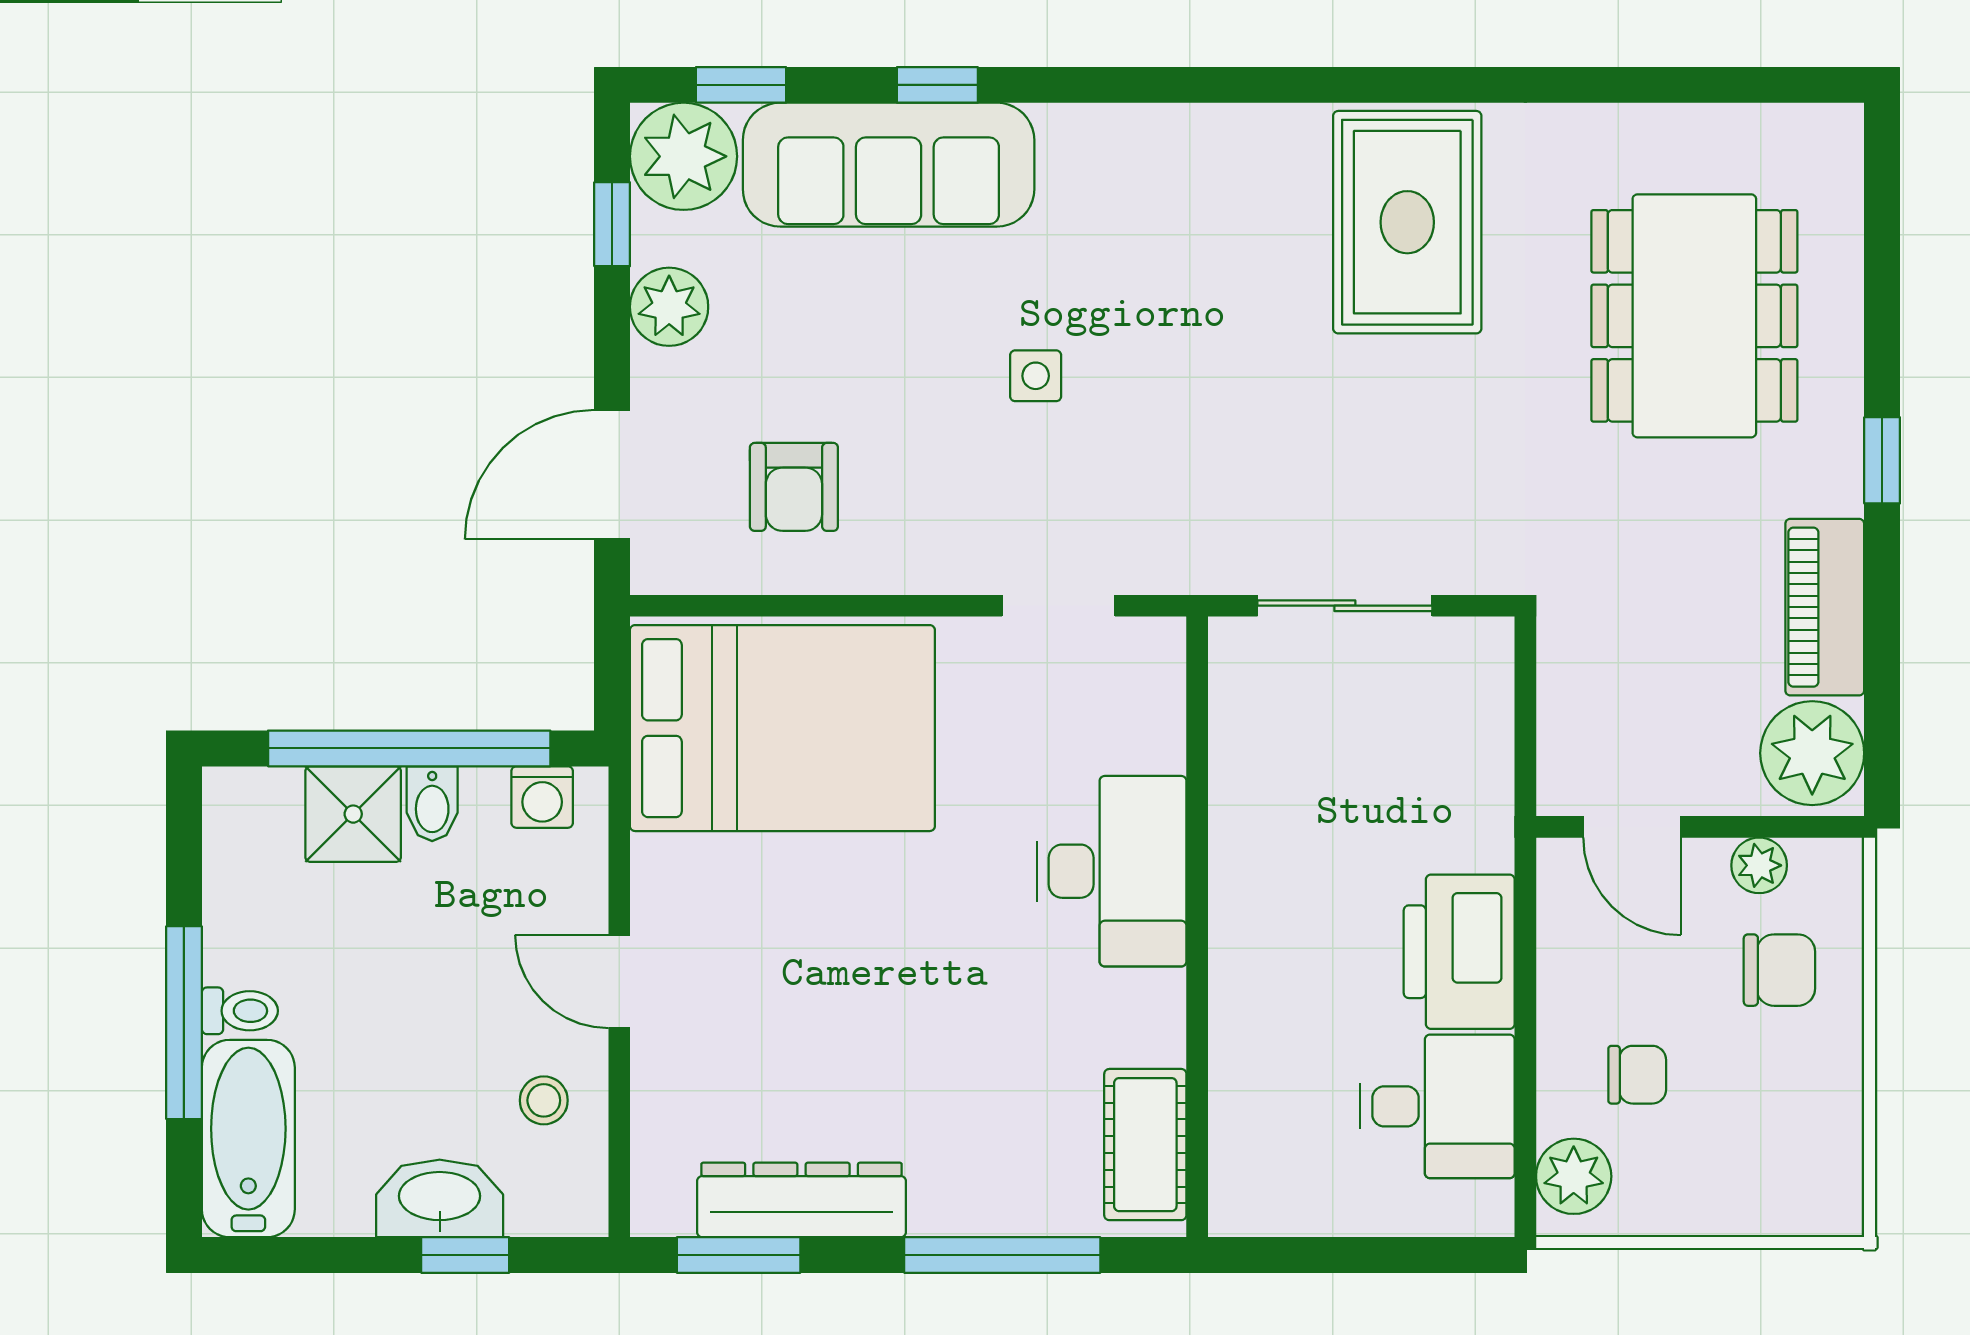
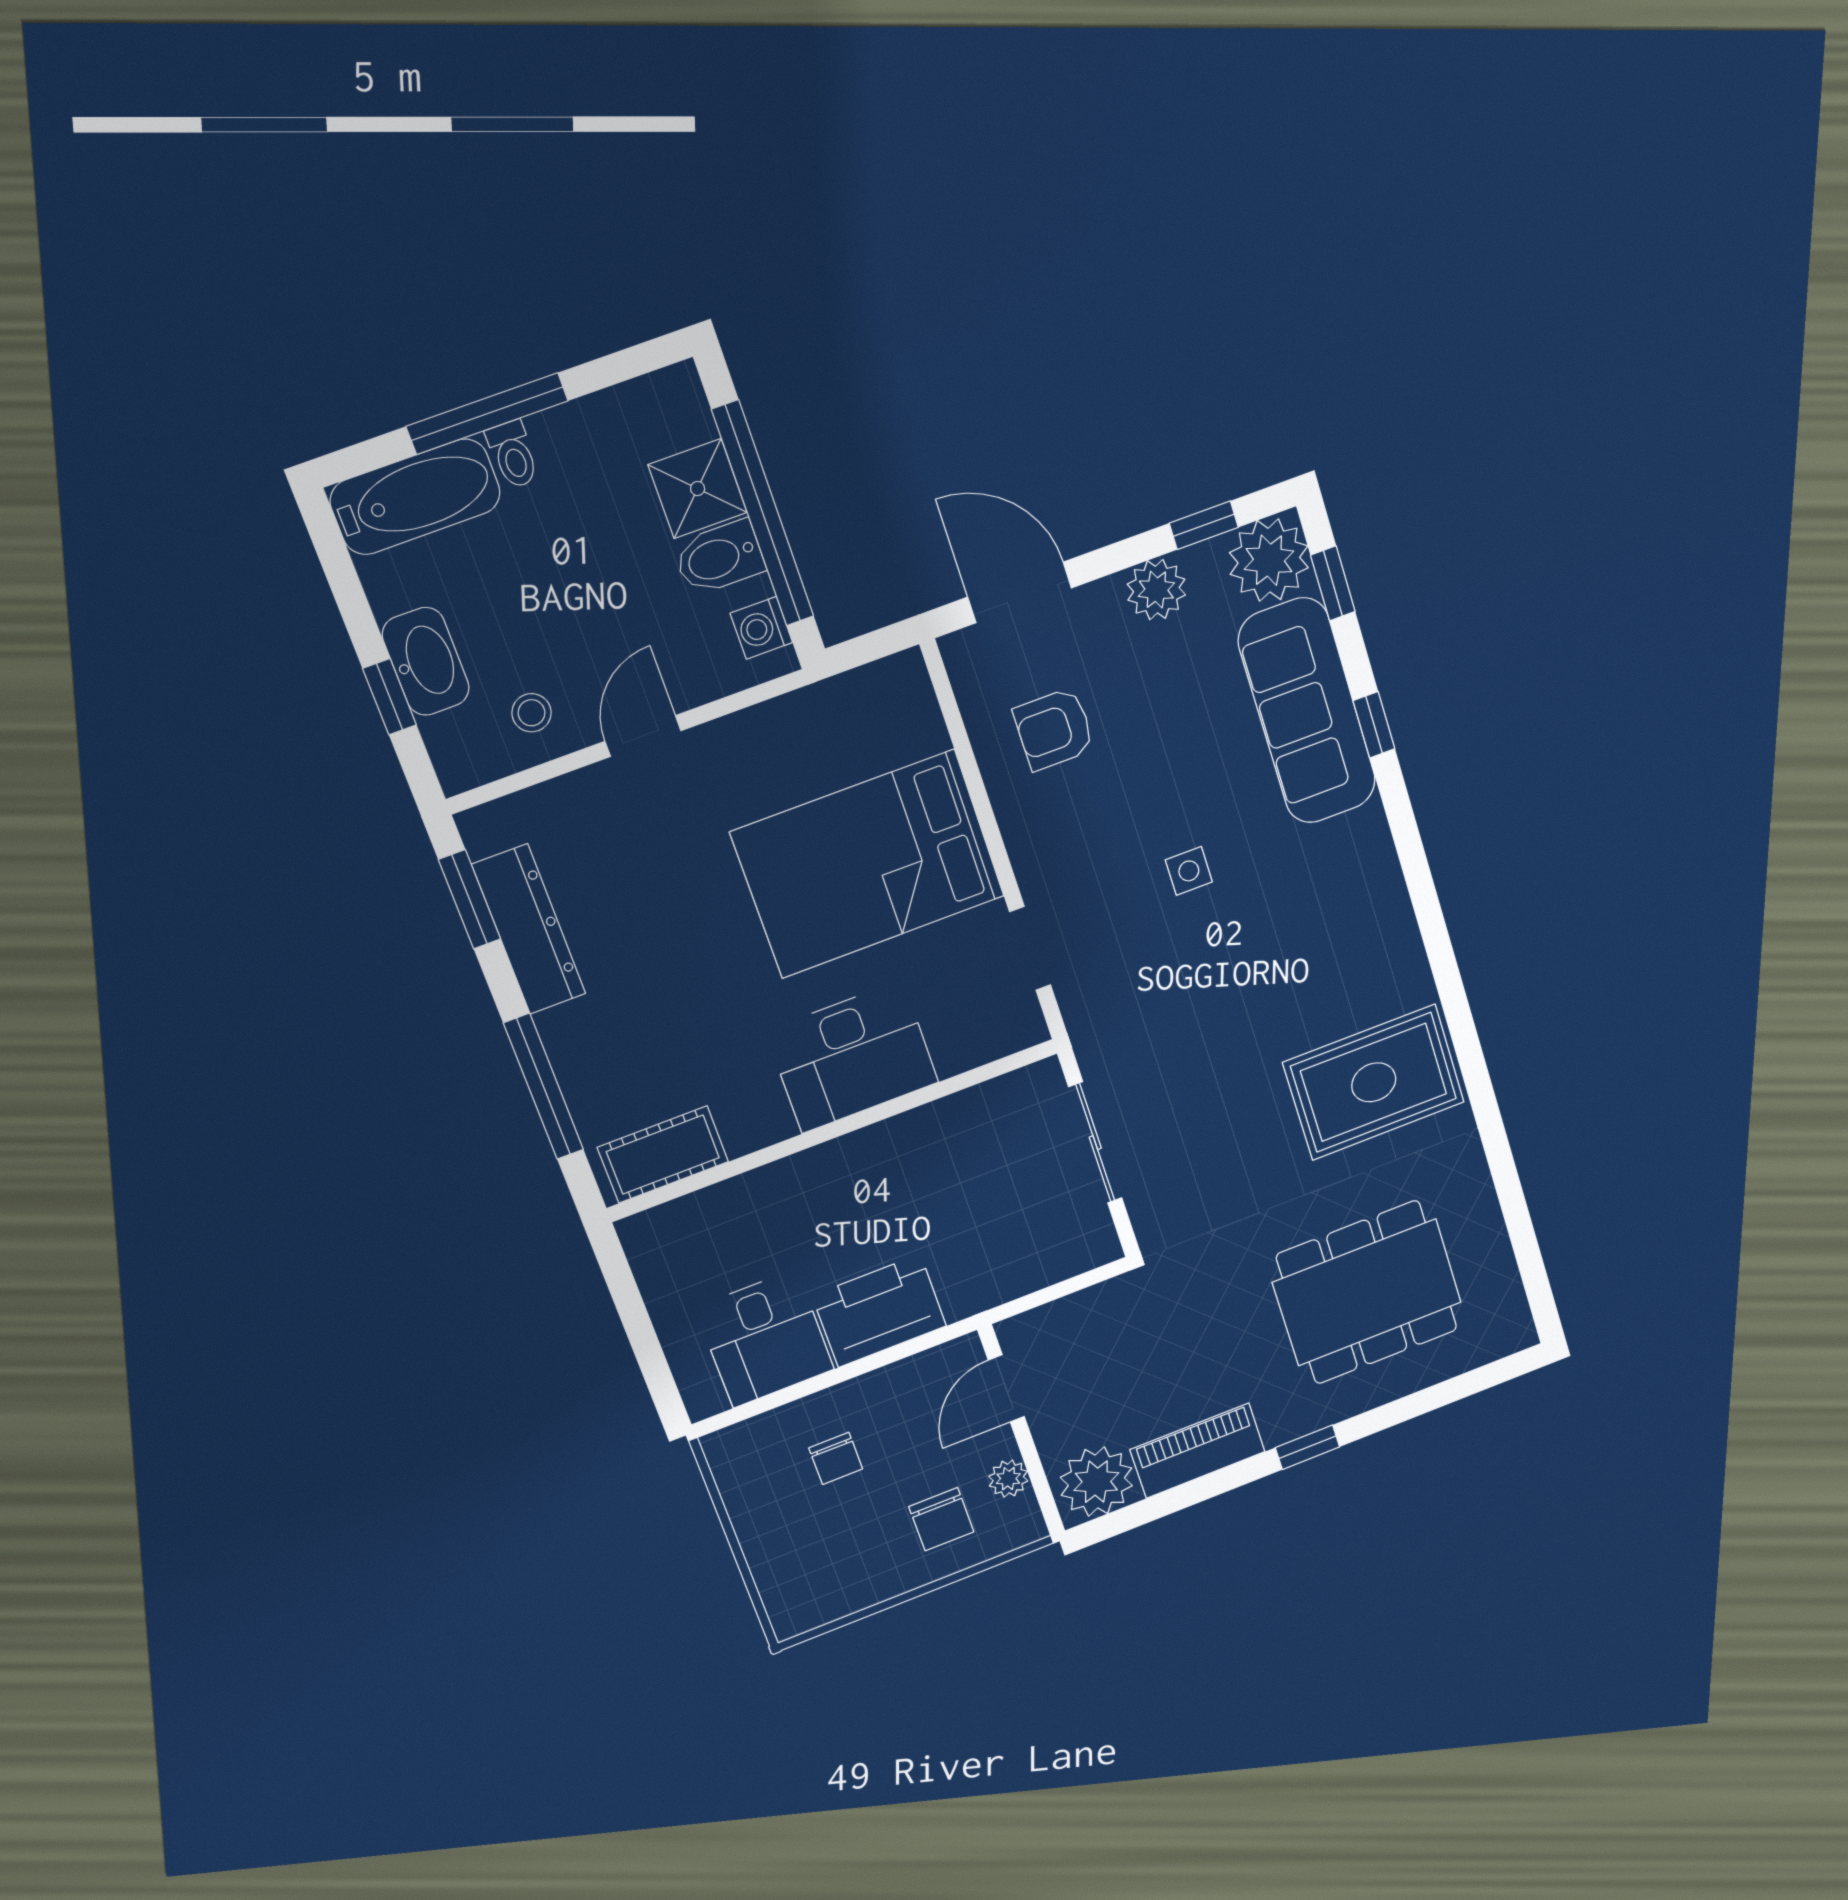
bed: (782, 728) -> (868, 864), moved, turned 90
bidet: (432, 804) -> (719, 558), width x1.38, depth x1.36
plant: (1574, 1176) -> (749, 1446), removed

